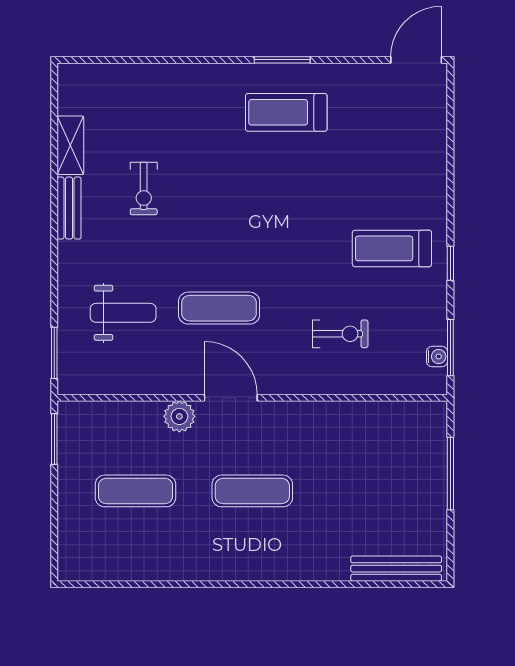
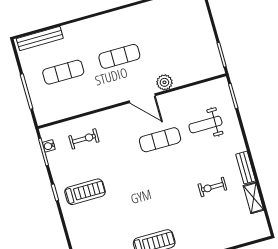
exercise bike: (144, 189) -> (212, 187), turned -90
exercise bike: (340, 334) -> (84, 139), moved, turned 180
exercise mat: (135, 491) -> (63, 72), moved

